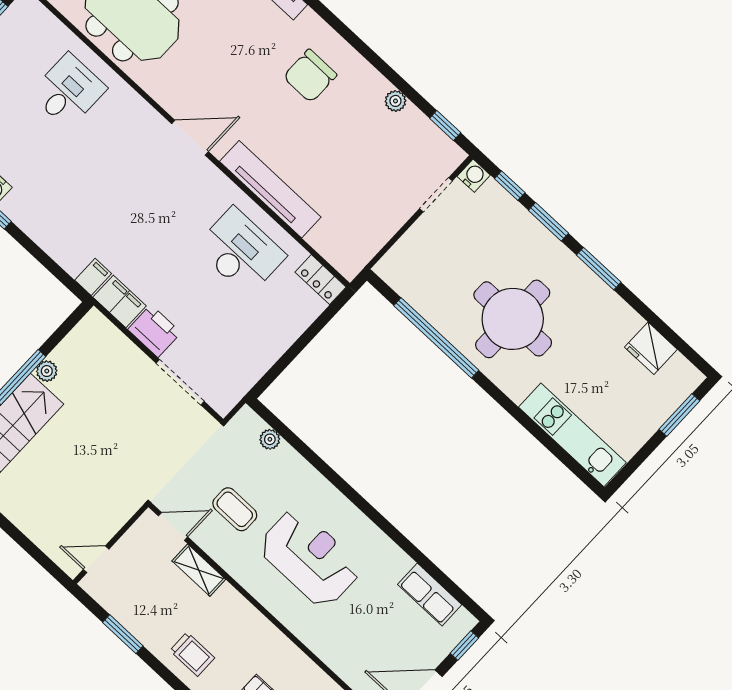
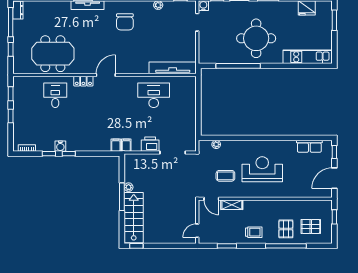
tv unit: (270, 189) -> (173, 68), moved
locker: (321, 280) -> (83, 81), moved
filing cabinet: (120, 302) -> (126, 145), width x0.50
door: (173, 526) -> (211, 199), swing flipped

